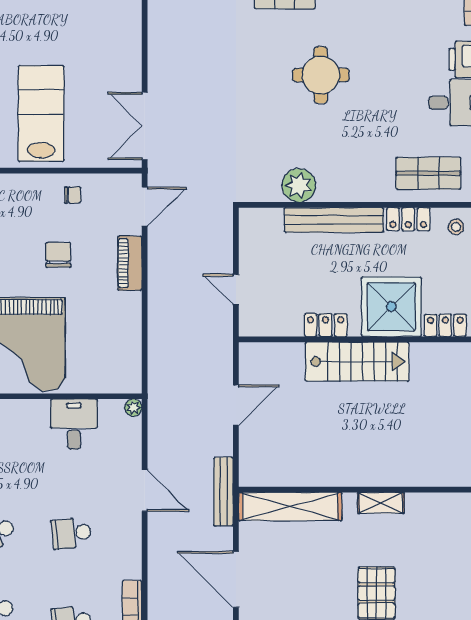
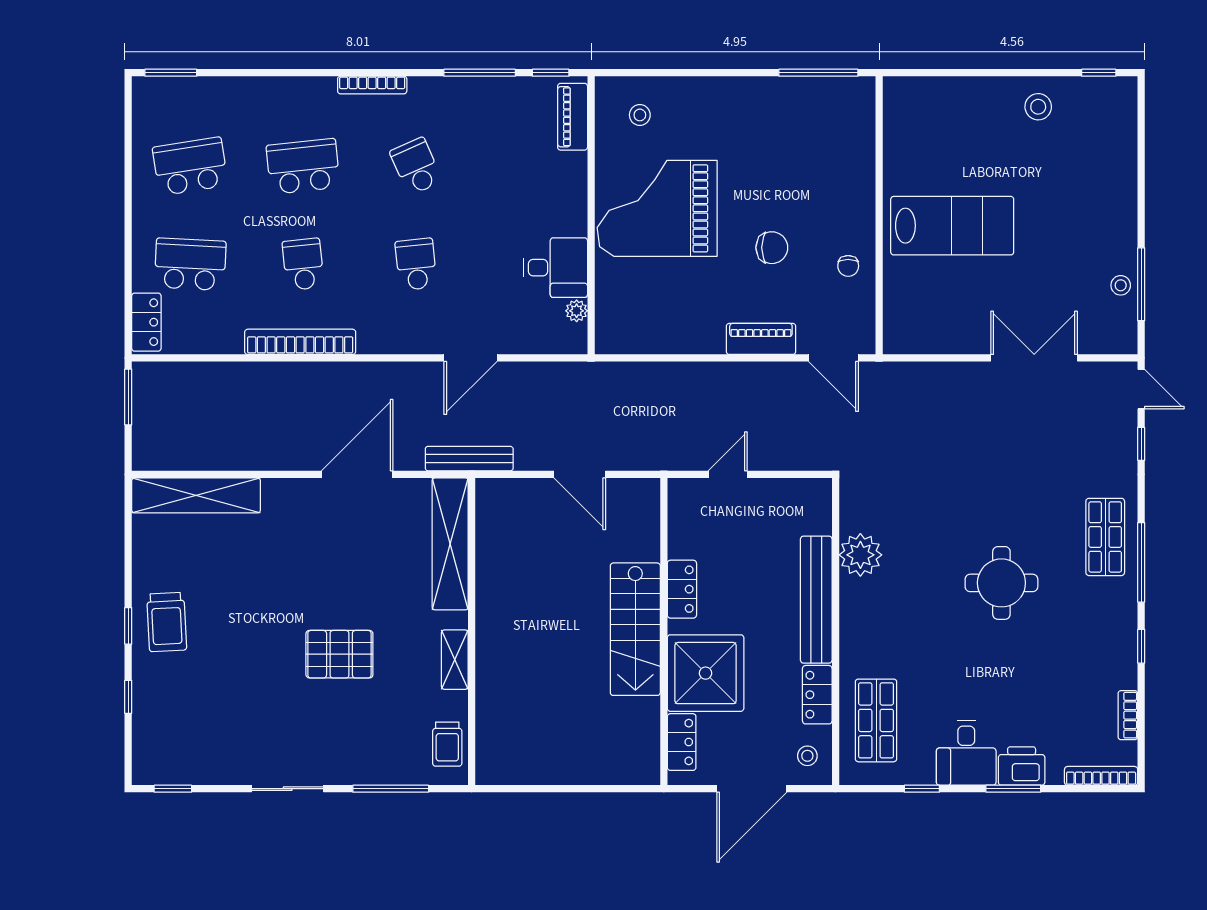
double door: (145, 126) -> (1034, 358), moved
plant: (133, 408) -> (577, 311), moved
trolley: (447, 509) -> (447, 744), added

